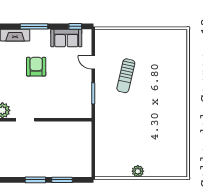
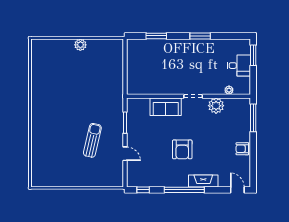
window: (34, 26) -> (184, 190), width x1.46
sofa: (66, 38) -> (166, 107), moved, turned 180
window: (35, 180) -> (200, 36), moved

